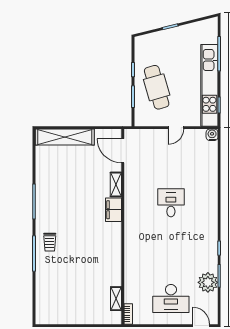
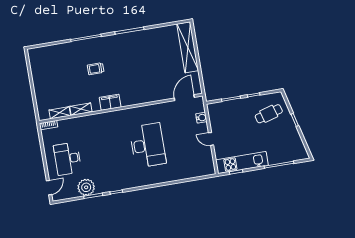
kitchen unit: (209, 85) -> (242, 163), width x0.73
cafe table: (157, 87) -> (269, 114), moved, width x0.73, depth x0.74
water cooler: (212, 135) -> (201, 118), moved
shelving: (116, 184) -> (81, 109), moved
desk: (171, 203) -> (148, 145), width x1.87, depth x1.30
filing cabinet: (114, 210) -> (110, 102), moved
trolley: (50, 242) -> (96, 69), moved

